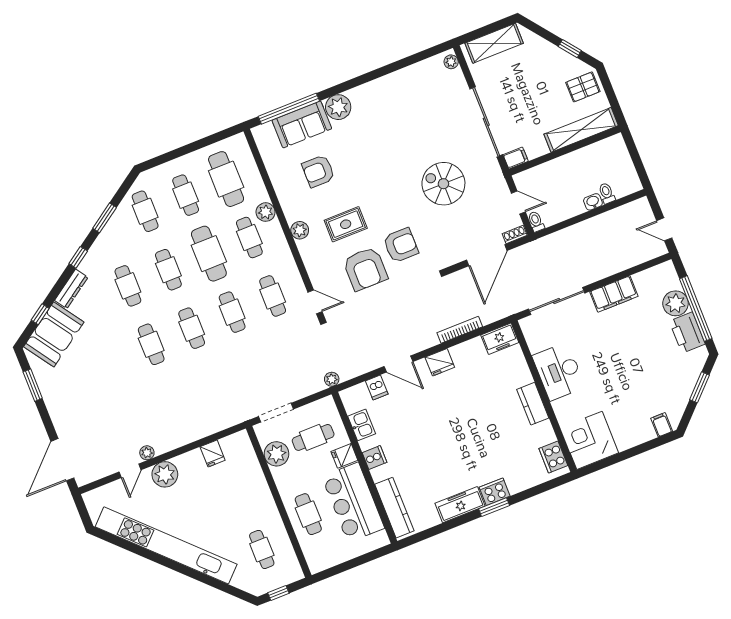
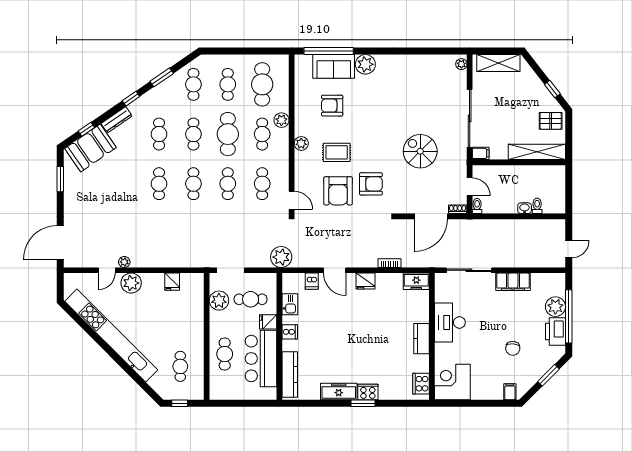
door: (664, 229) -> (569, 249), swing flipped
bookcase: (460, 330) -> (390, 263), width x0.64
chair: (645, 372) -> (513, 348), added
plant: (332, 379) -> (281, 257), width x1.87, depth x1.87

